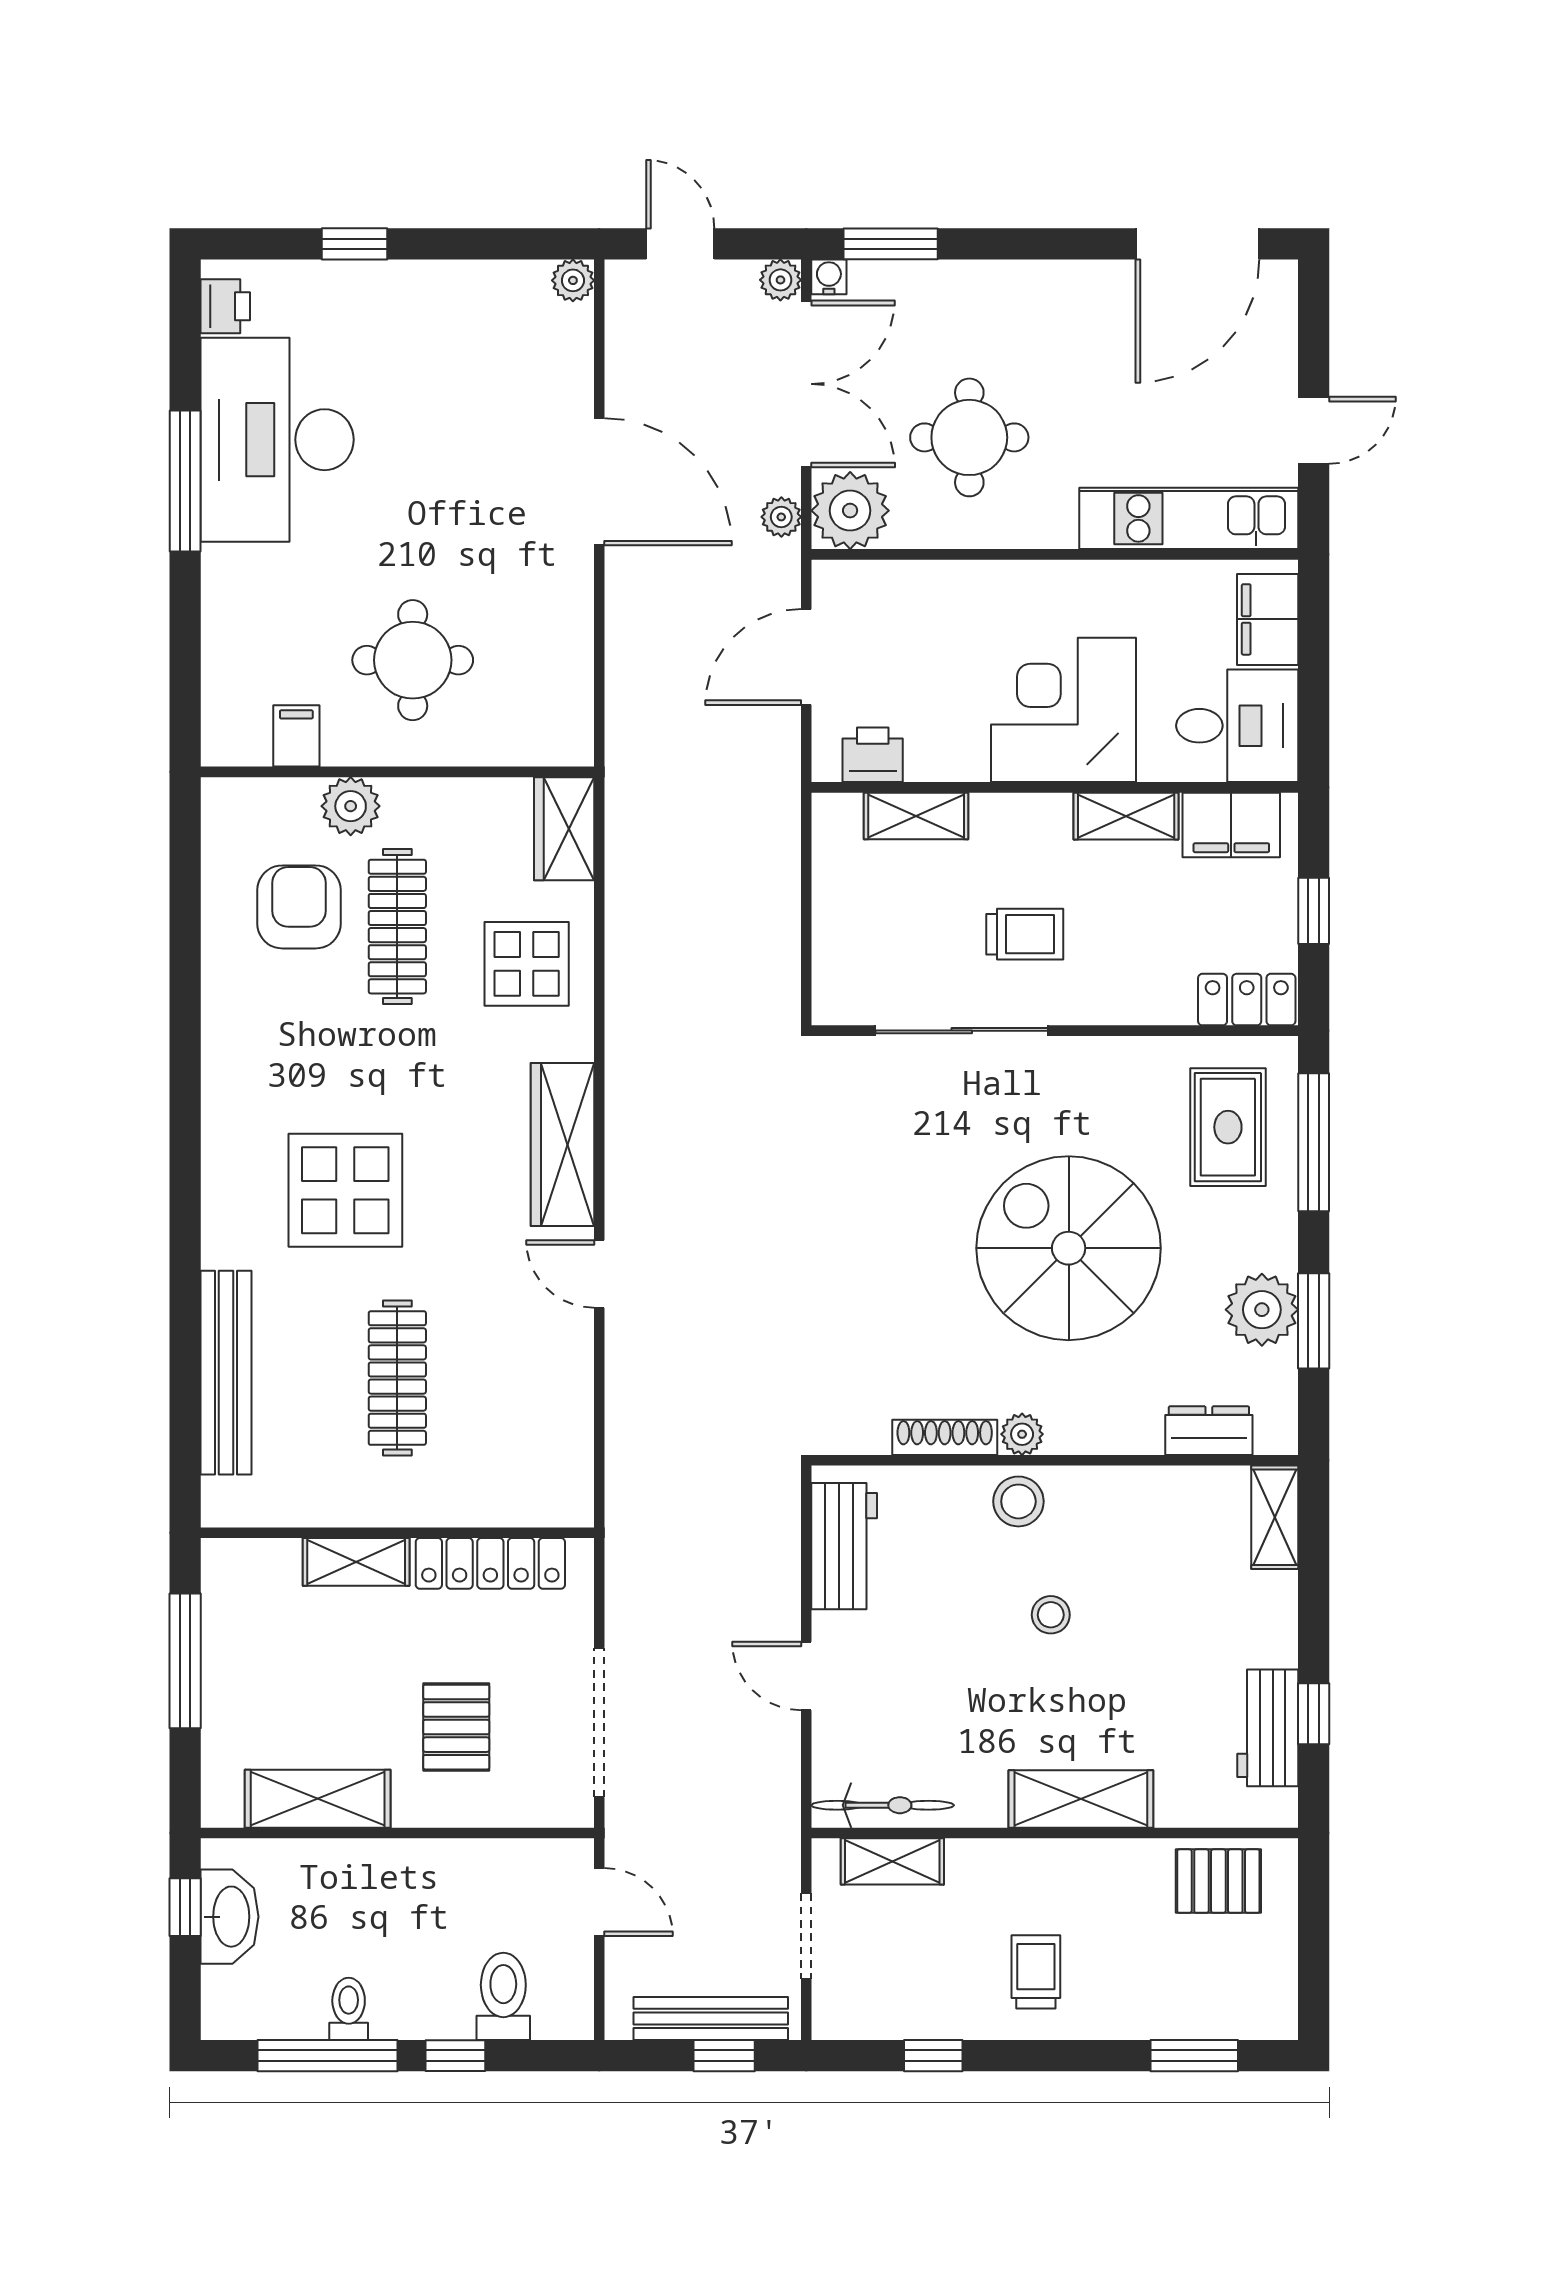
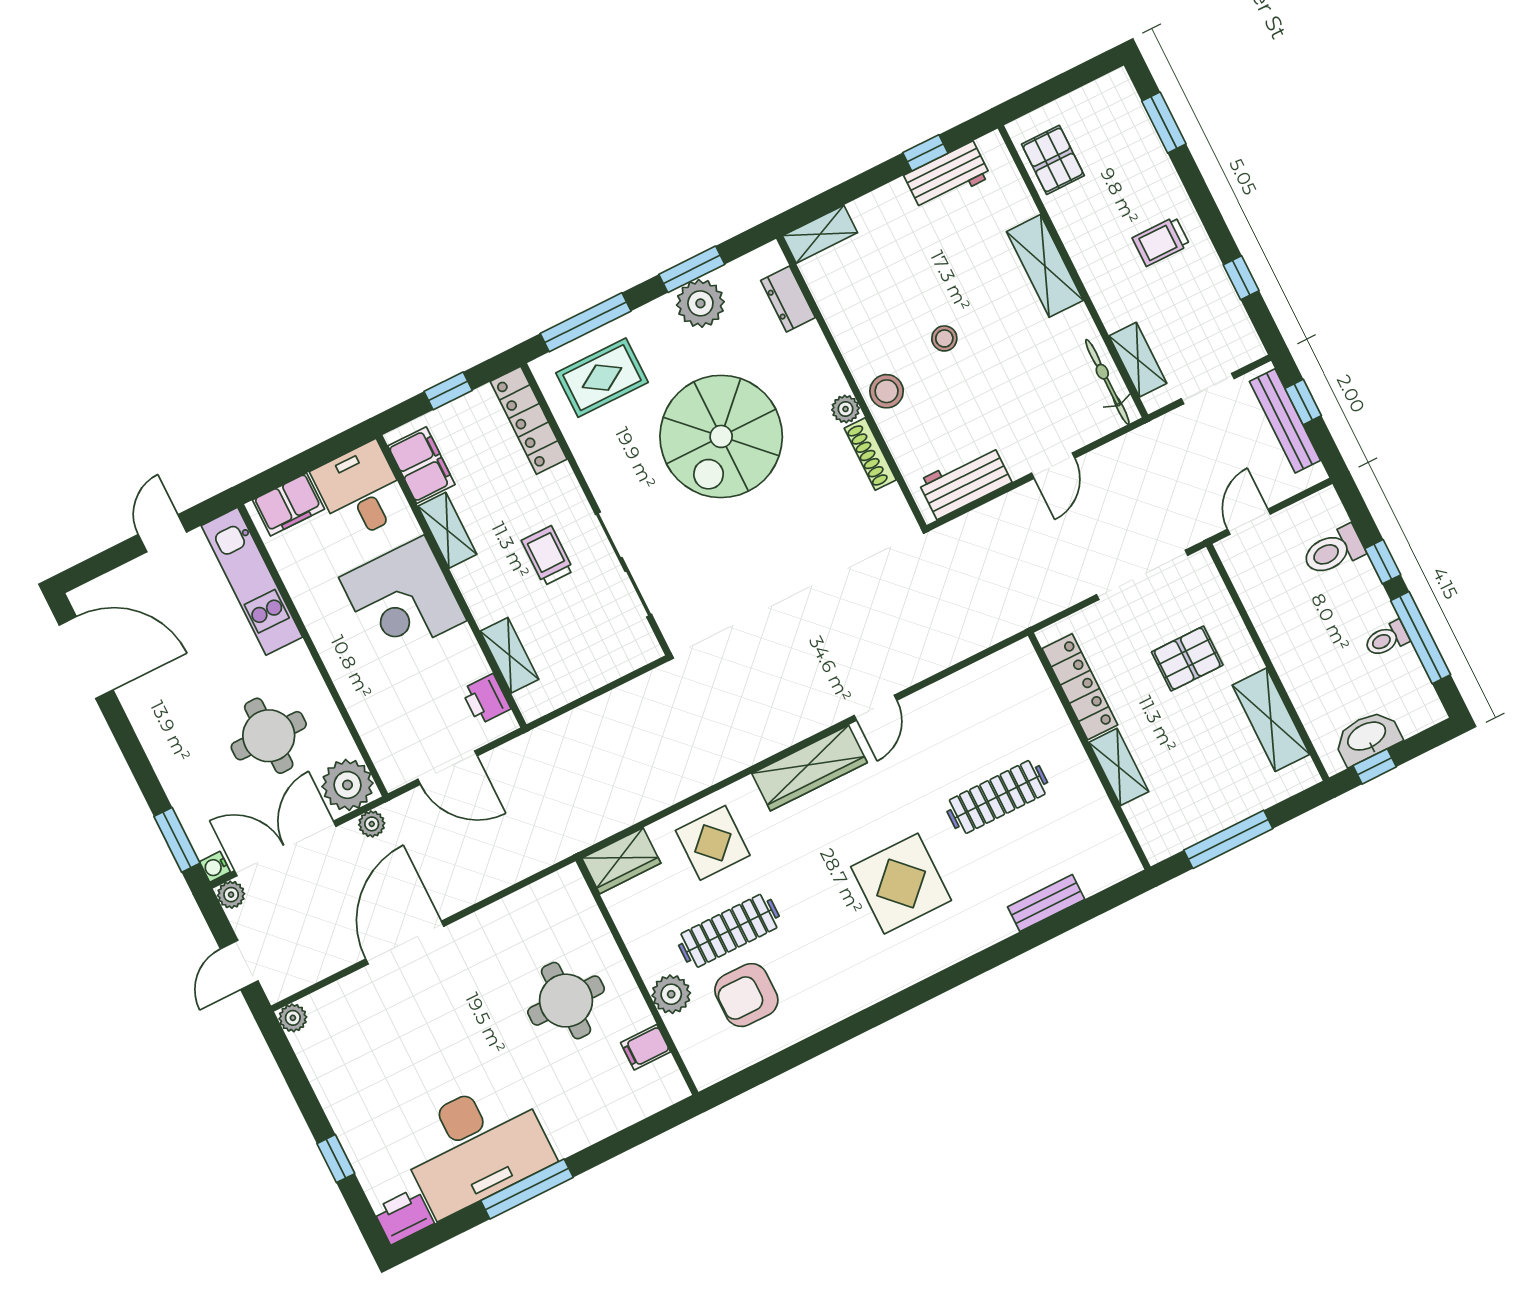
printer: (225, 306) -> (404, 1216), width x1.36, depth x1.24
door: (1314, 430) -> (162, 533), hinge flipped
locker: (1247, 1000) -> (529, 420), width x1.53
bench: (226, 1373) -> (1046, 903), width x0.54, depth x0.82

